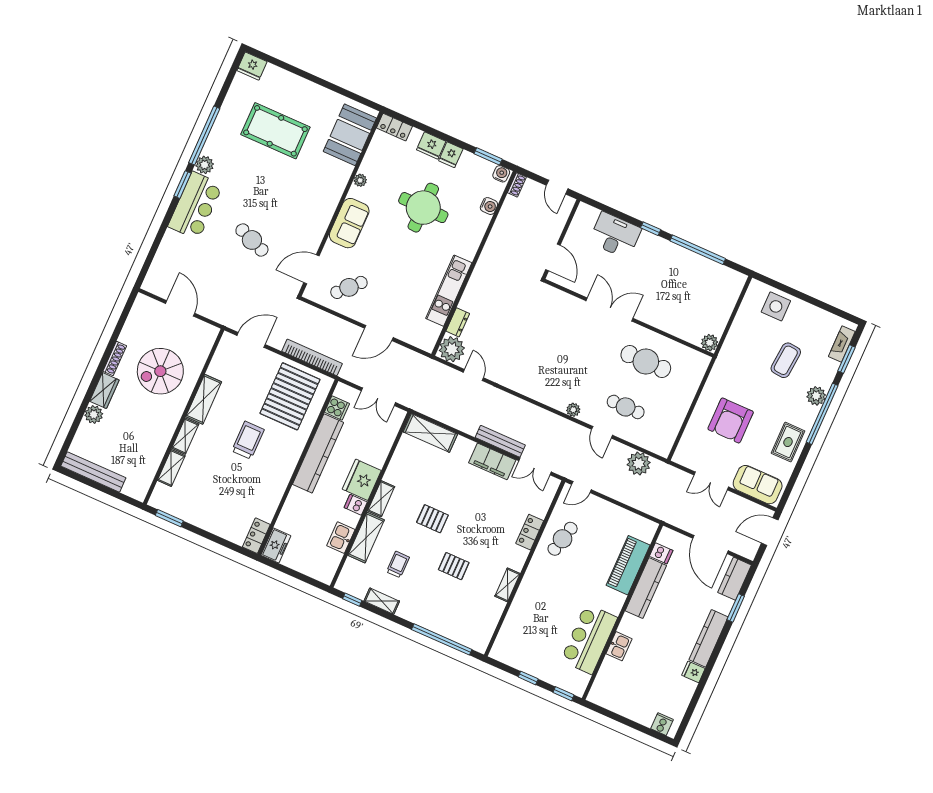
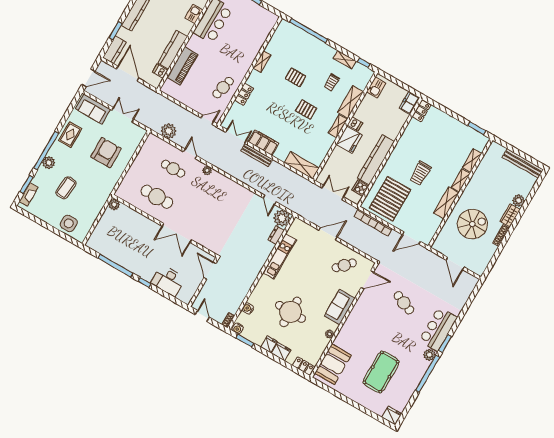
pool table: (275, 131) -> (381, 372), turned 90
kitchen sink: (341, 538) -> (376, 88), moved

